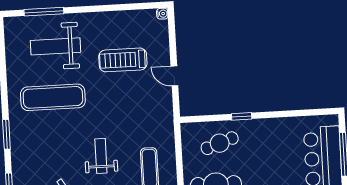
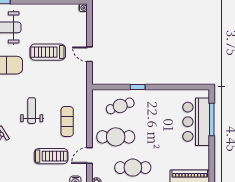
treadmill: (123, 60) -> (48, 52), moved

